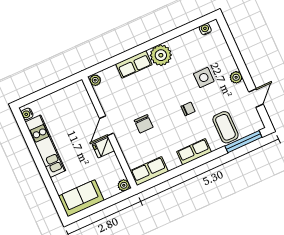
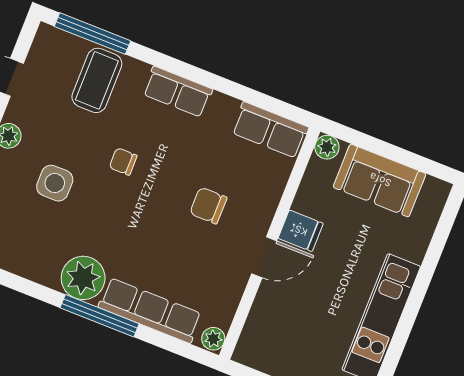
window: (142, 48) -> (100, 316), added
row of seats: (134, 64) -> (150, 310), width x1.48
chair: (144, 124) -> (208, 206), turned -90
sofa: (81, 198) -> (380, 180), moved

